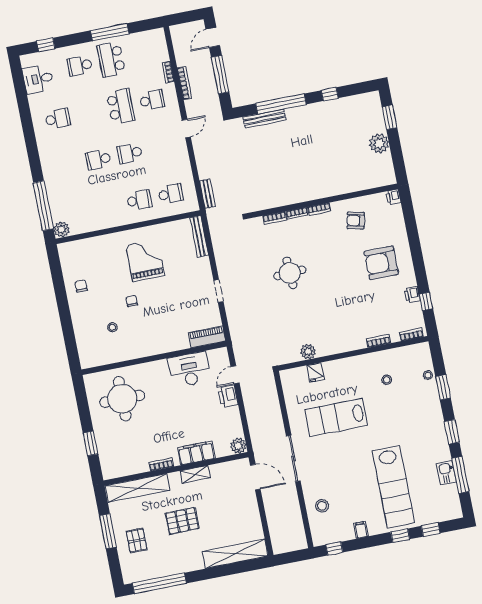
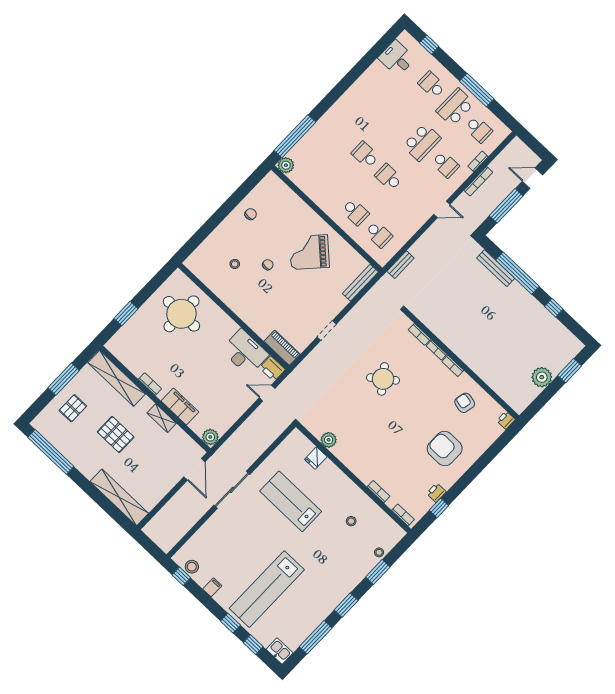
school desk: (58, 119) -> (479, 129), moved
grand piano: (145, 260) -> (309, 252), turned -137
round table: (290, 273) -> (383, 379), turned -34
printer: (228, 396) -> (272, 369), moved, turned -90
kitchen sink: (446, 473) -> (280, 651), moved, turned 90
stool: (322, 506) -> (192, 567), moved

